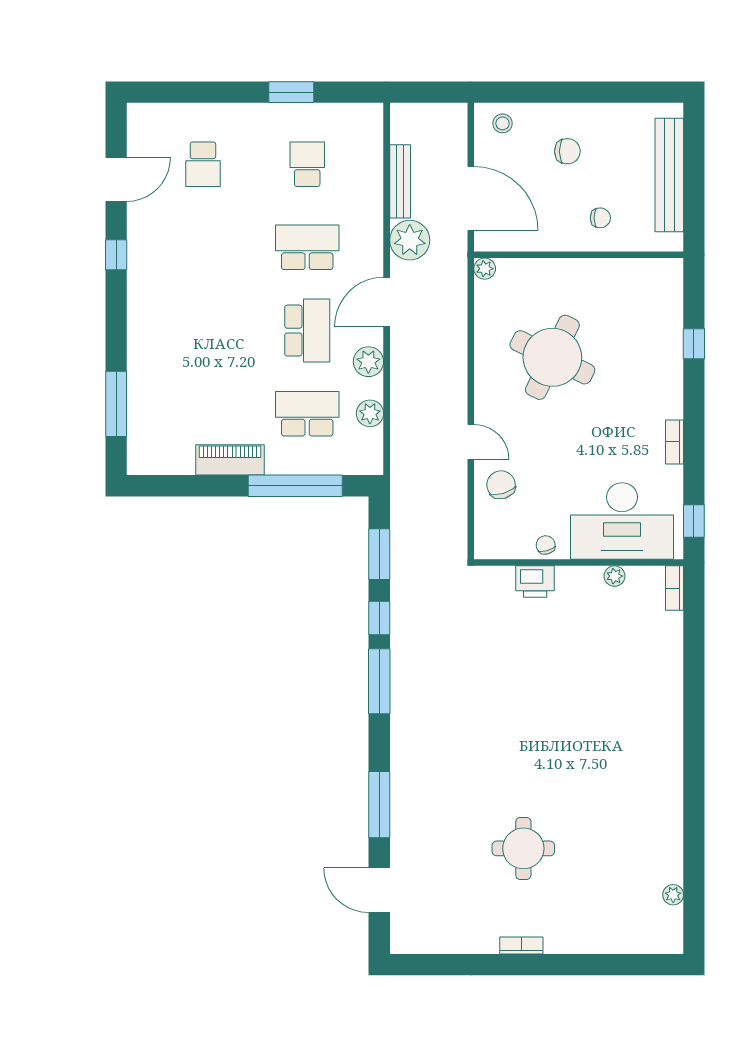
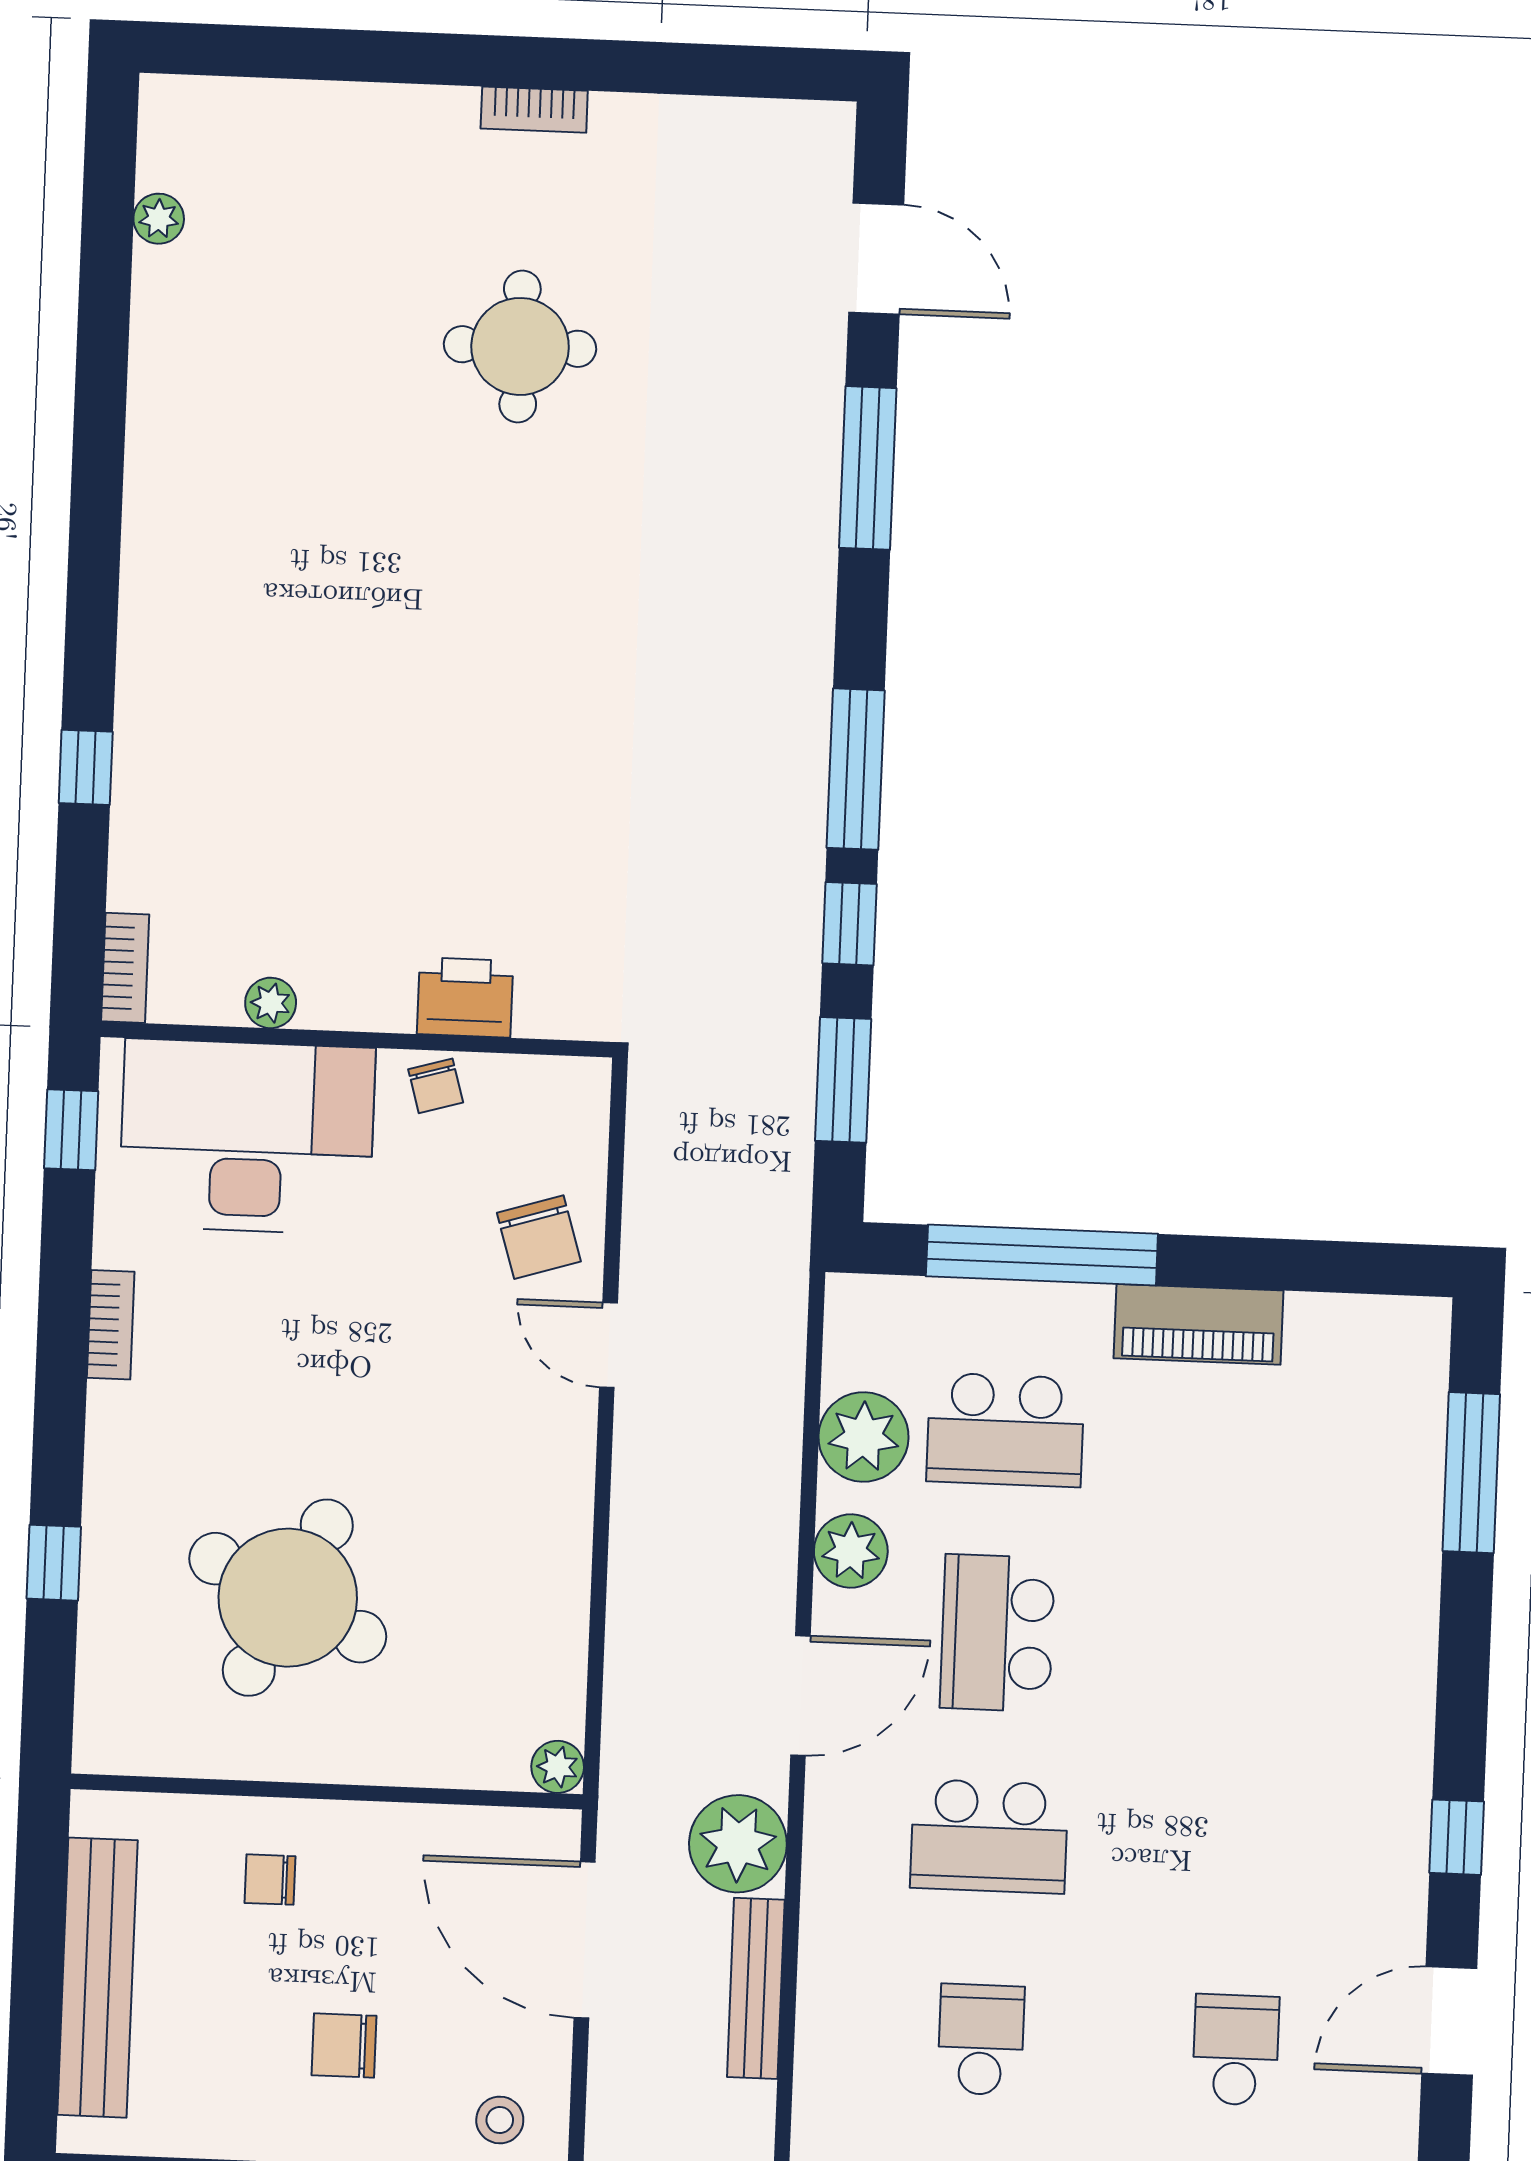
school desk: (307, 164) -> (981, 2040), turned 180
round table: (552, 357) -> (288, 1598), moved
plant: (370, 413) -> (864, 1437), width x1.36, depth x1.36
window: (694, 669) -> (86, 767), added

